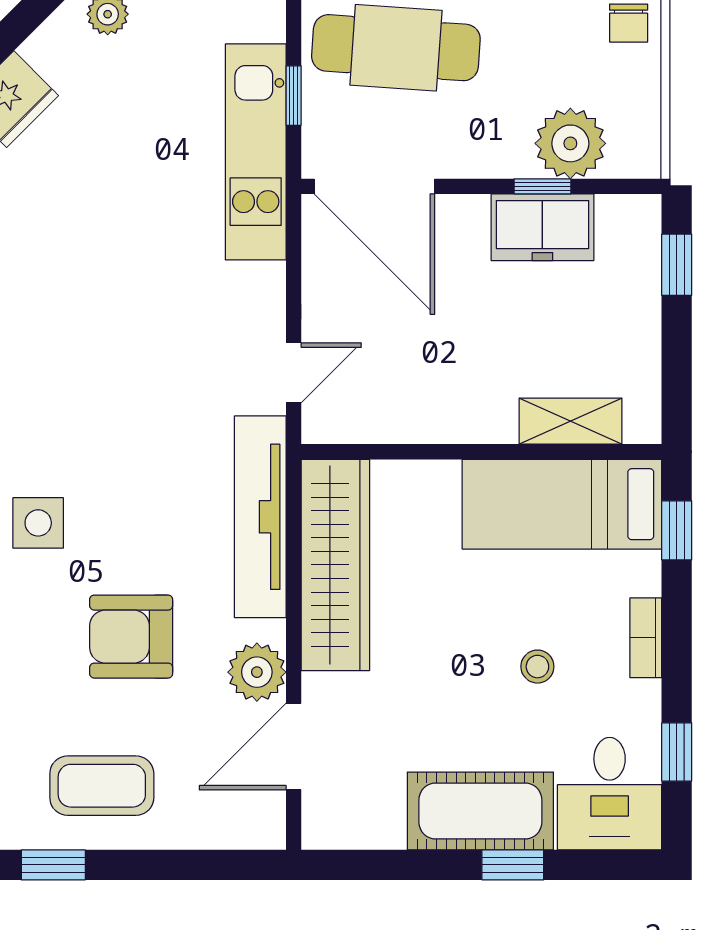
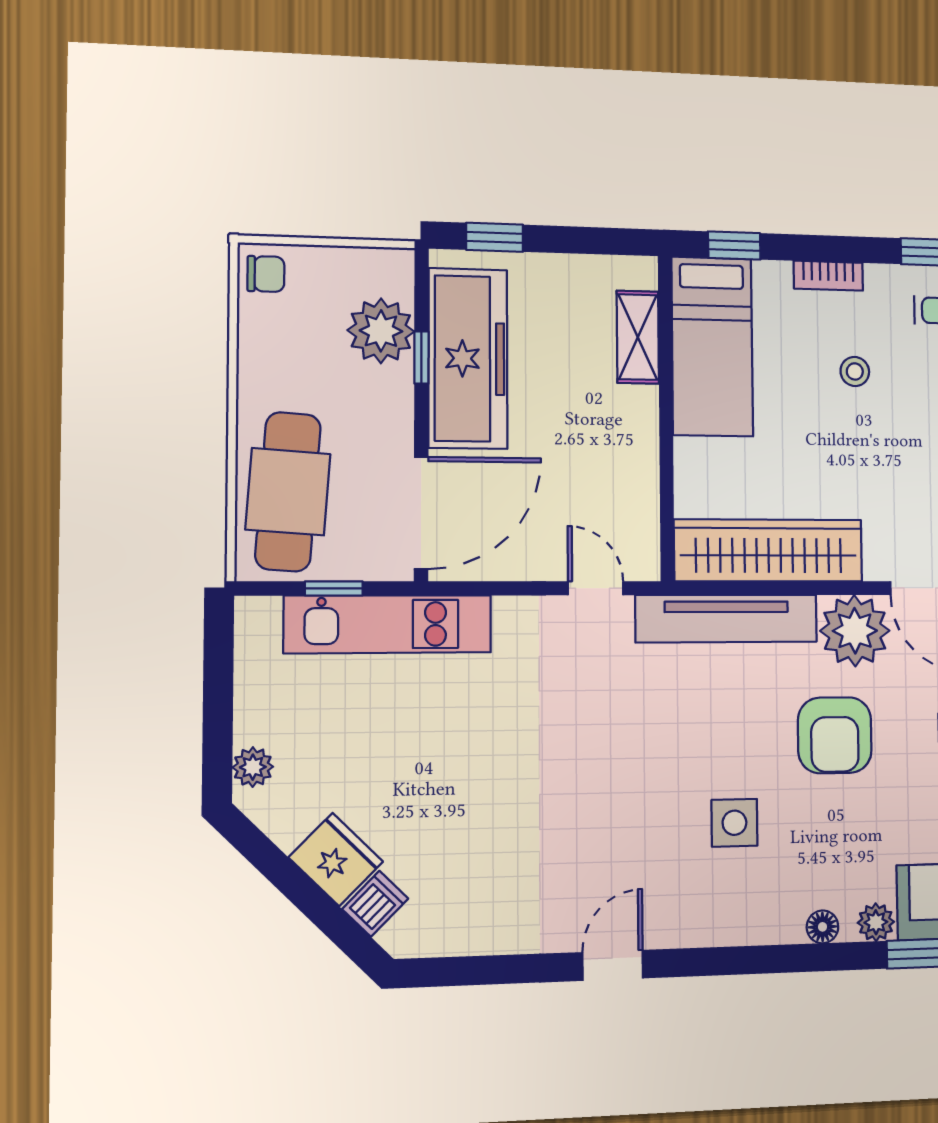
freezer: (542, 227) -> (468, 358), width x1.91, depth x1.26
plant: (257, 672) -> (855, 631), width x1.36, depth x1.36

